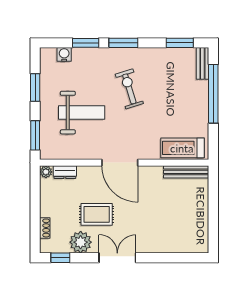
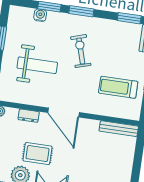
water cooler: (64, 54) -> (40, 15), moved
treadmill: (182, 148) -> (118, 87), moved
dresser: (65, 172) -> (29, 116), moved

